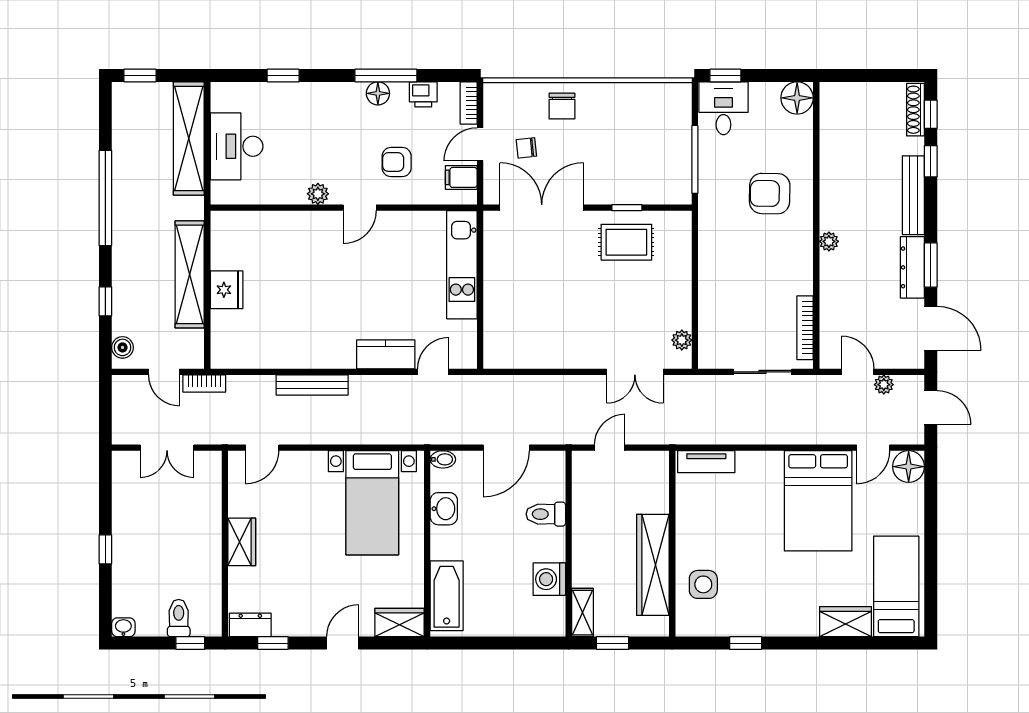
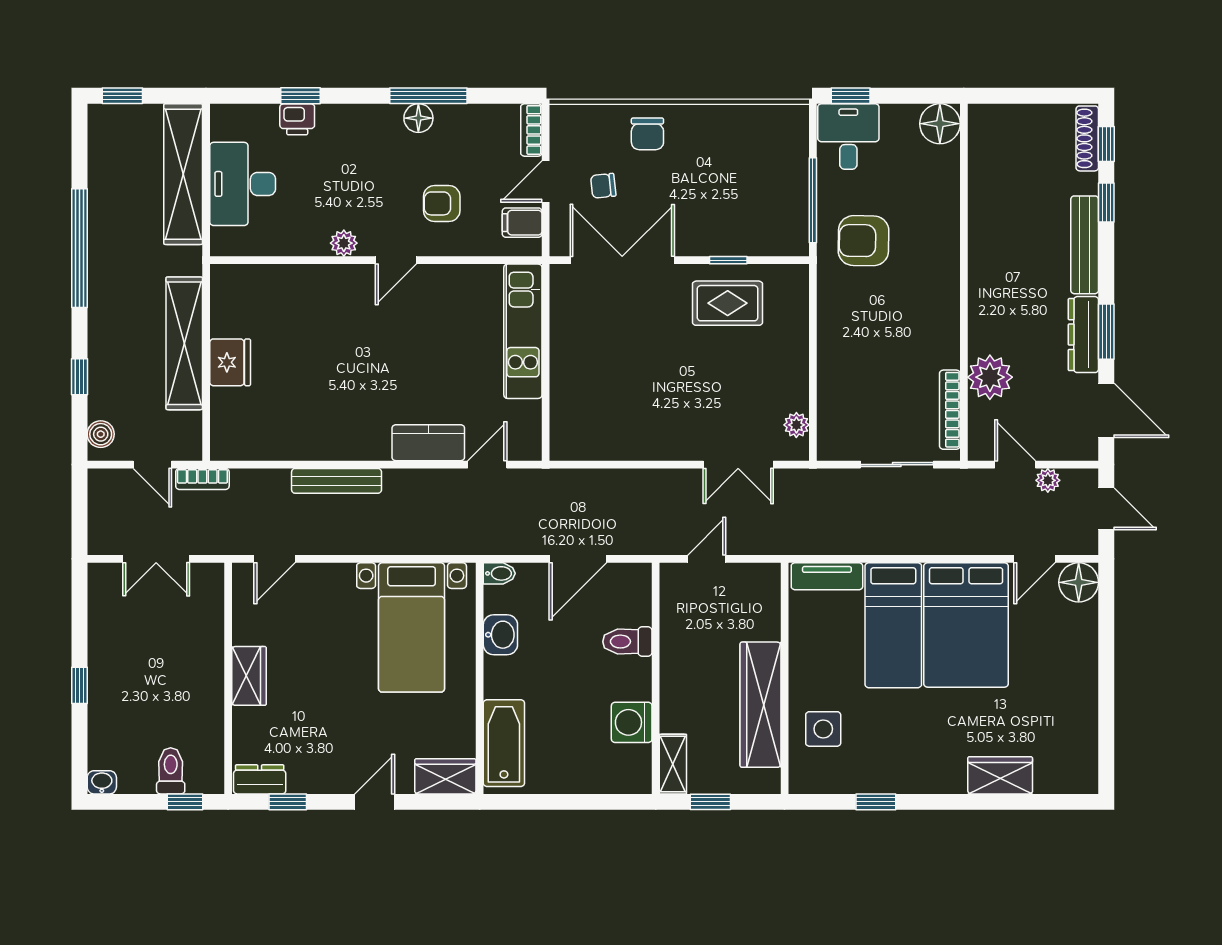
printer: (423, 94) -> (297, 119), moved
armchair: (770, 194) -> (863, 241), moved
plant: (829, 241) -> (990, 377), moved, width x1.88, depth x1.88
bed: (896, 586) -> (893, 625), moved, turned 180

